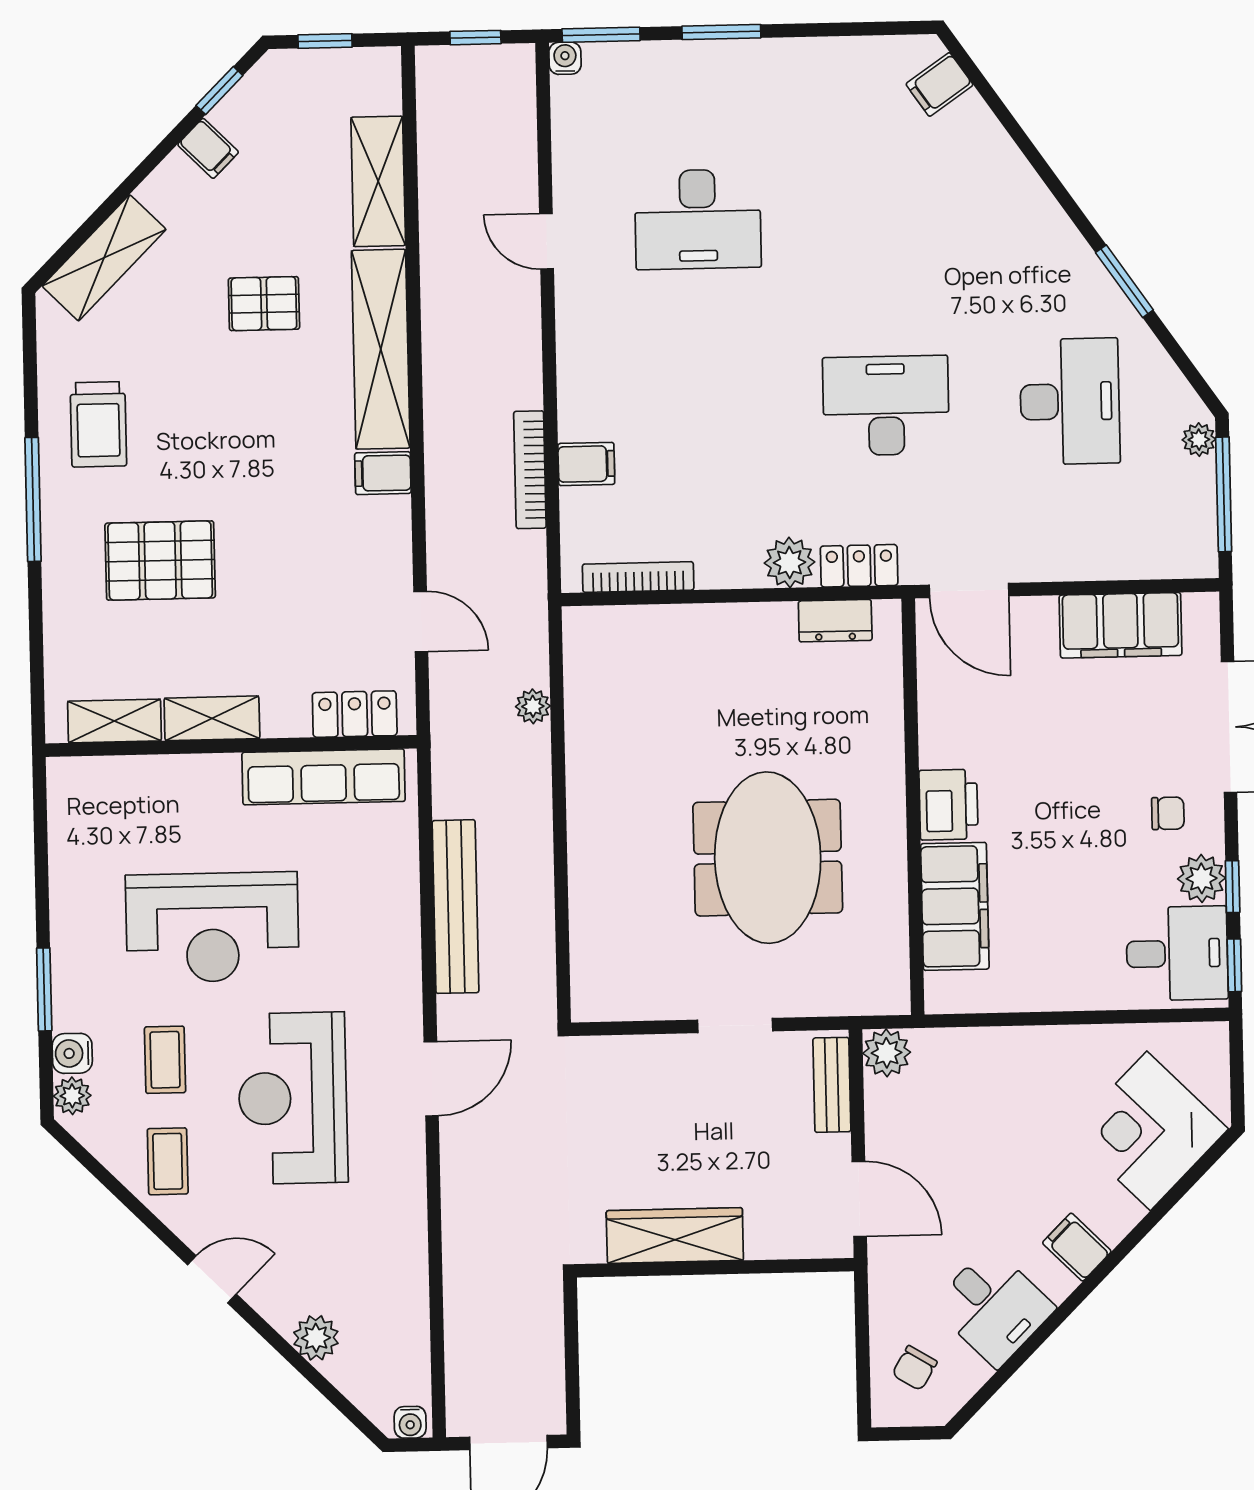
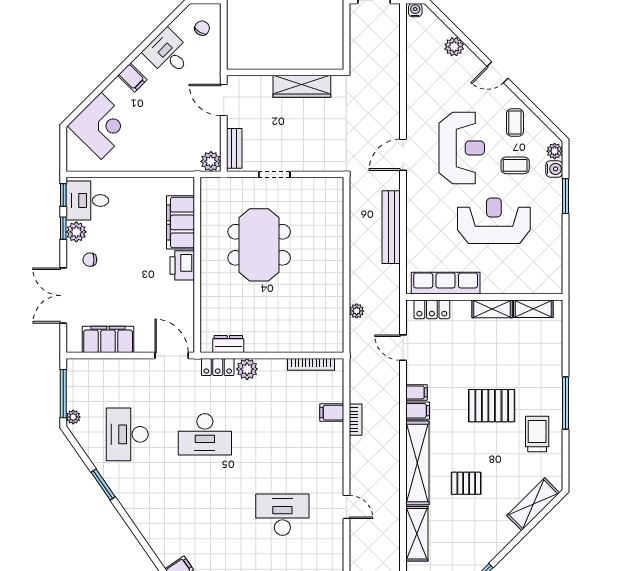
filing cabinet: (208, 148) -> (416, 392), moved, turned 135
bookcase: (530, 470) -> (356, 420), width x0.64
pallet: (160, 561) -> (492, 406), moved
coffee table: (165, 1060) -> (515, 165), turned 90

